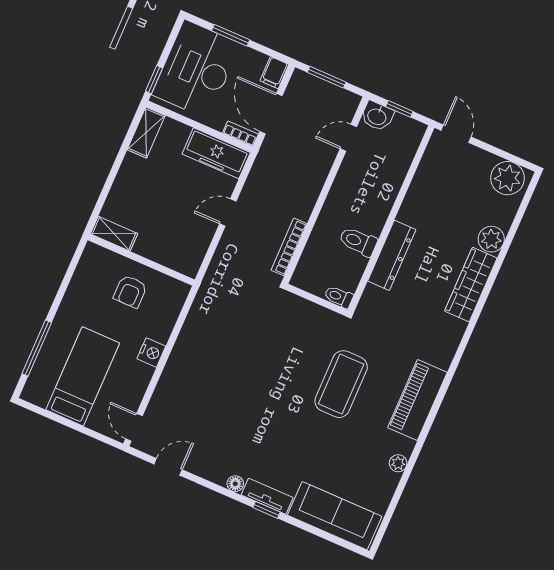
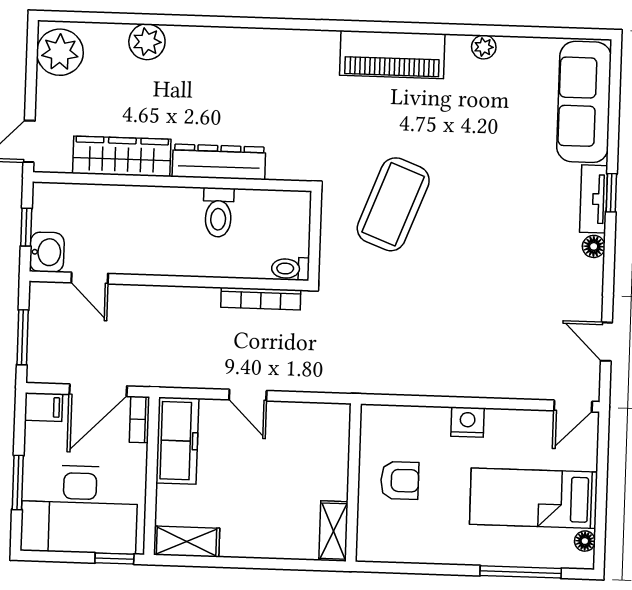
wardrobe: (471, 285) -> (122, 156), moved, turned 180
toilet: (339, 297) -> (290, 269), moved, turned 90
coffee table: (341, 384) -> (393, 204), moved, turned -69
floor lamp: (40, 399) -> (585, 541), added

